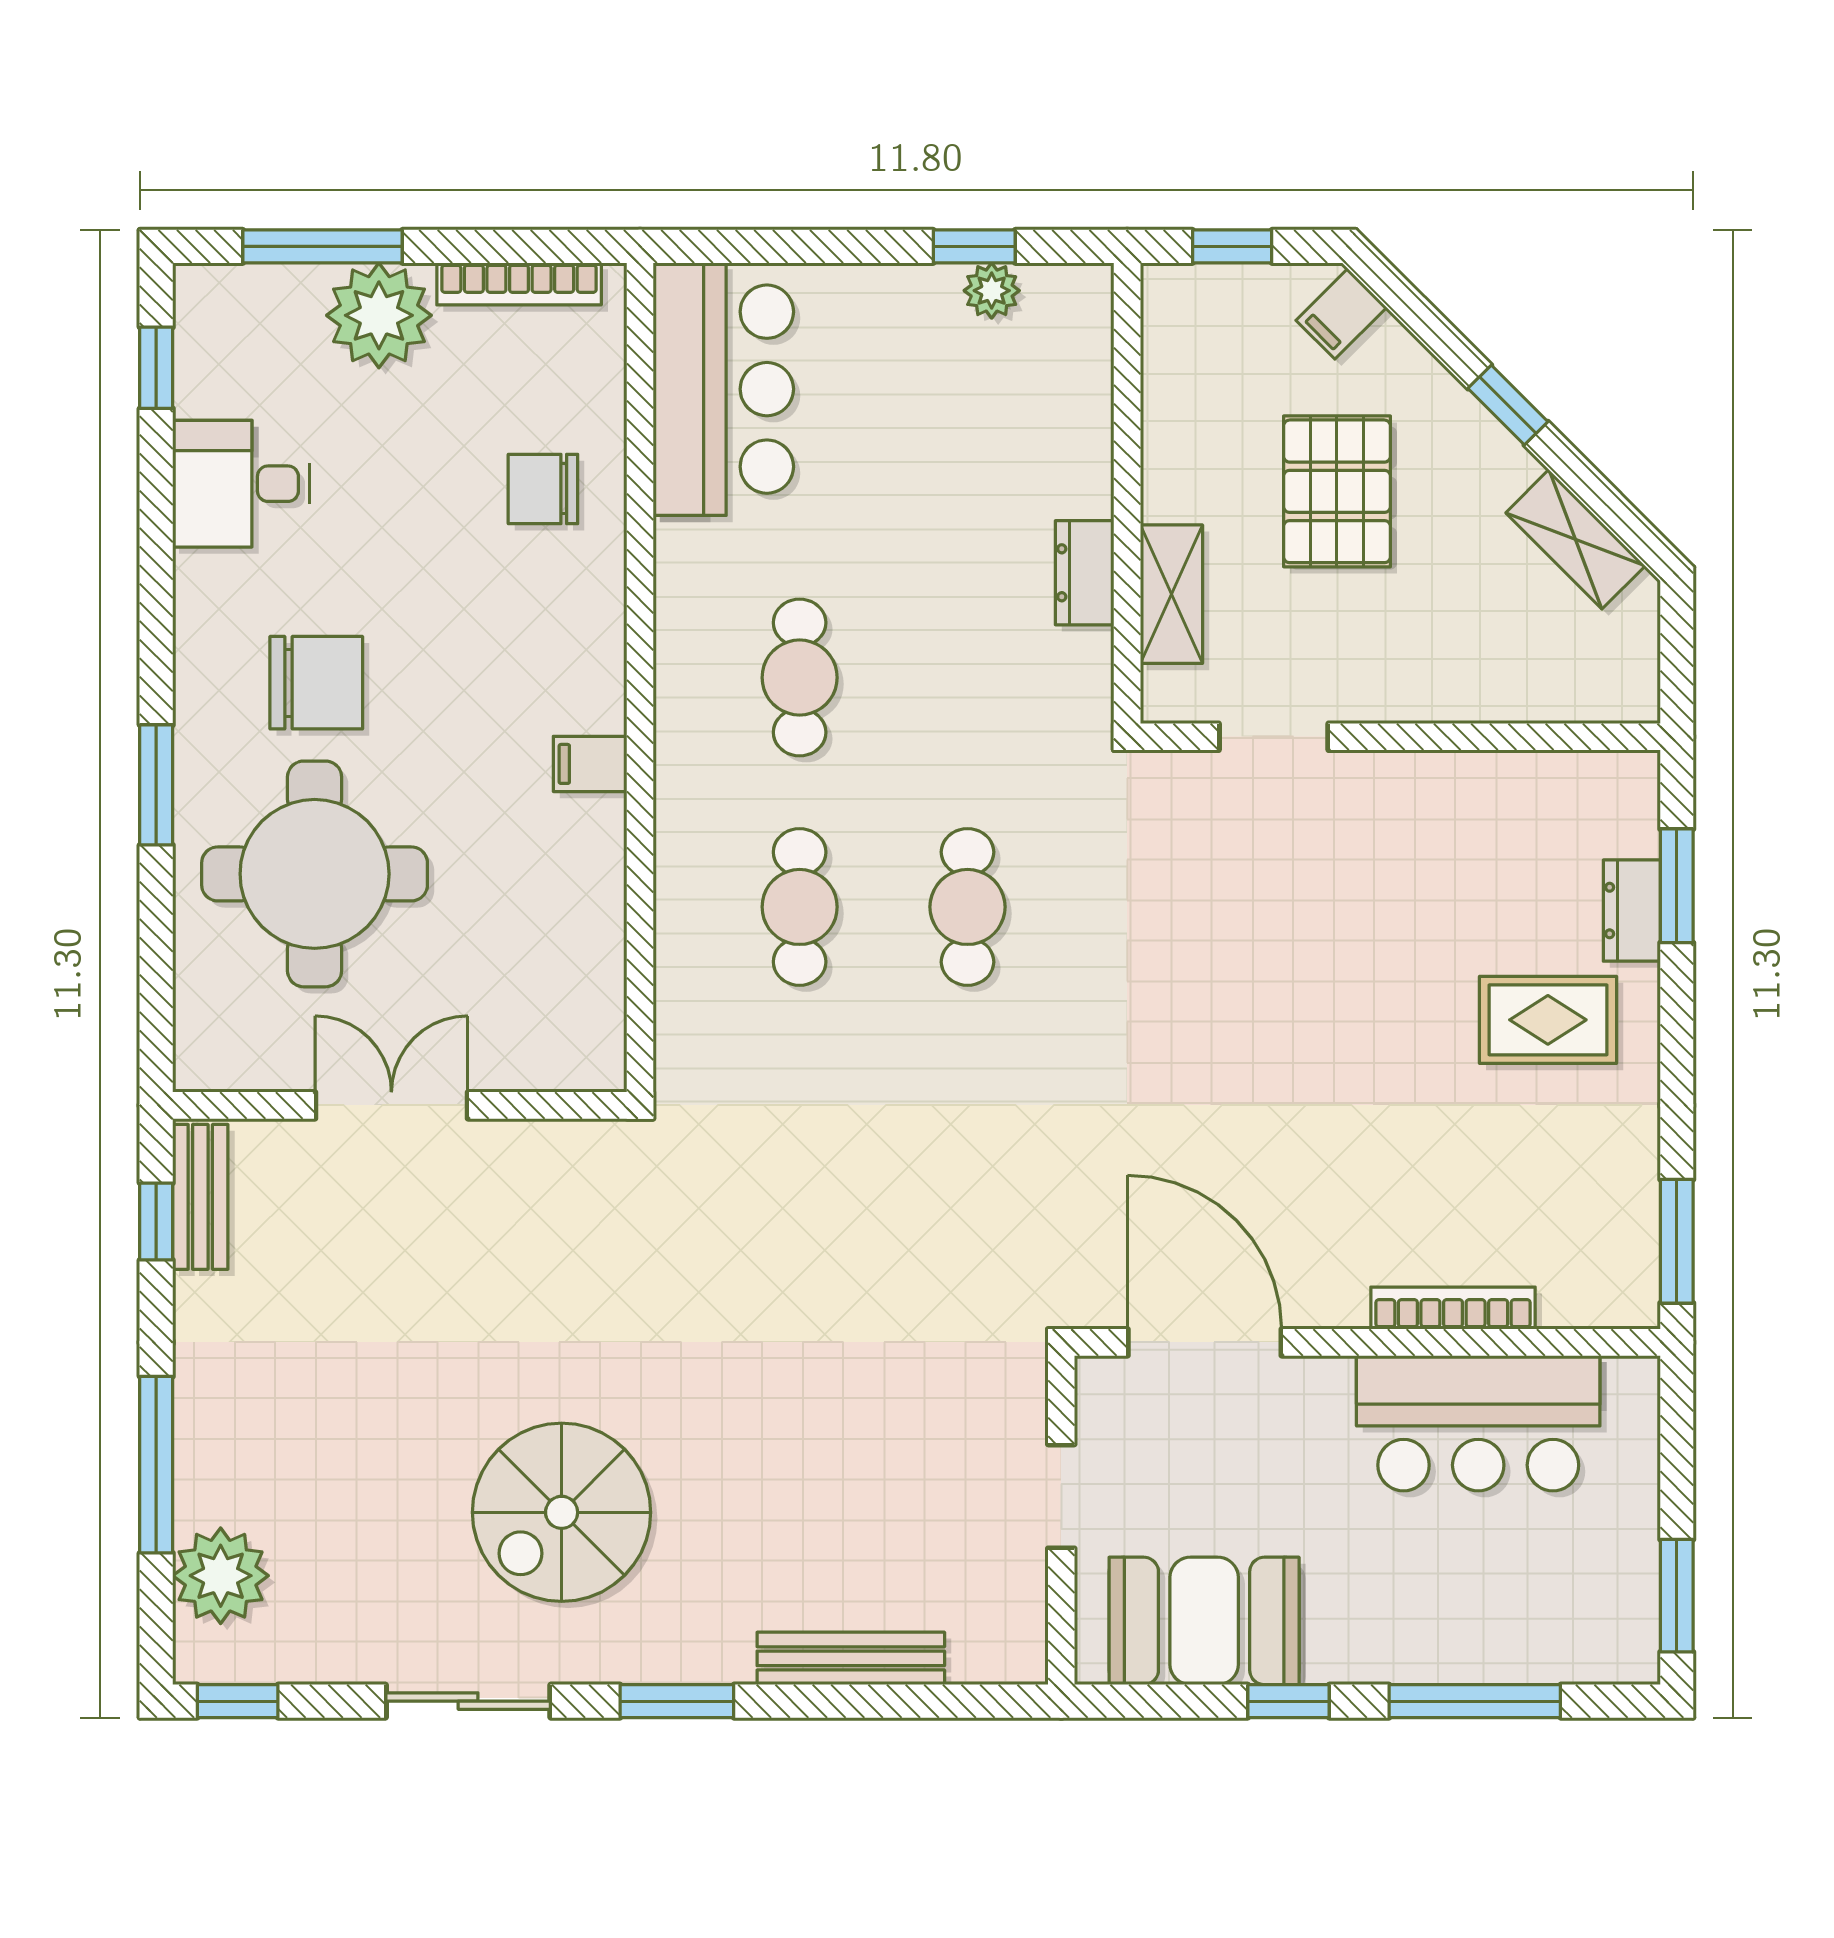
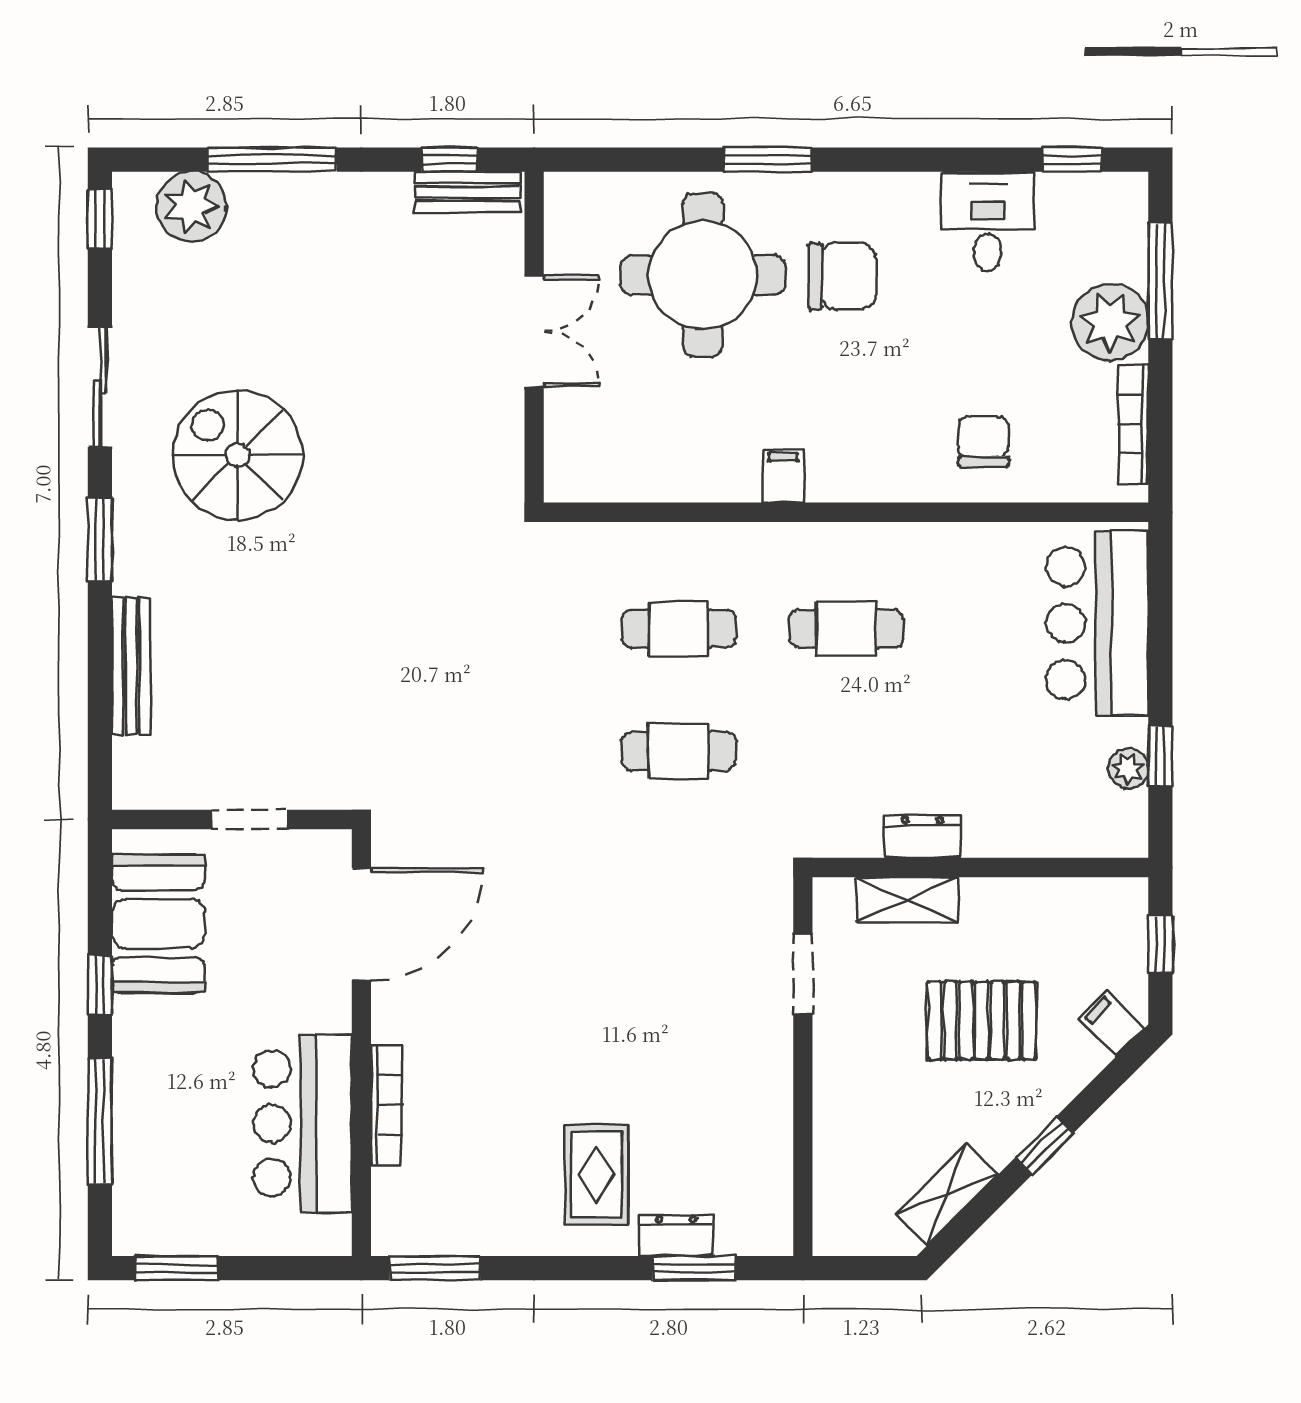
bar counter: (723, 389) -> (1097, 623), moved, turned 90
chair: (316, 683) -> (842, 276), turned -90

